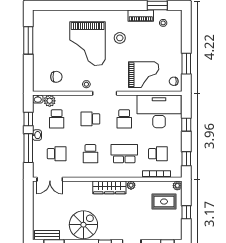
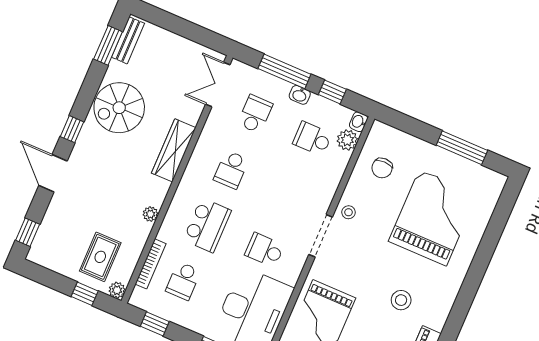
grand piano: (88, 44) -> (433, 218), moved, turned 90
school desk: (90, 119) -> (288, 194), removed
school desk: (57, 154) -> (255, 114), turned 180
school desk: (90, 154) -> (231, 170), turned -90
wardrobe: (109, 187) -> (174, 150), moved
window: (186, 212) -> (85, 294), moved
spiral stairs: (83, 225) -> (119, 108), turned 90

